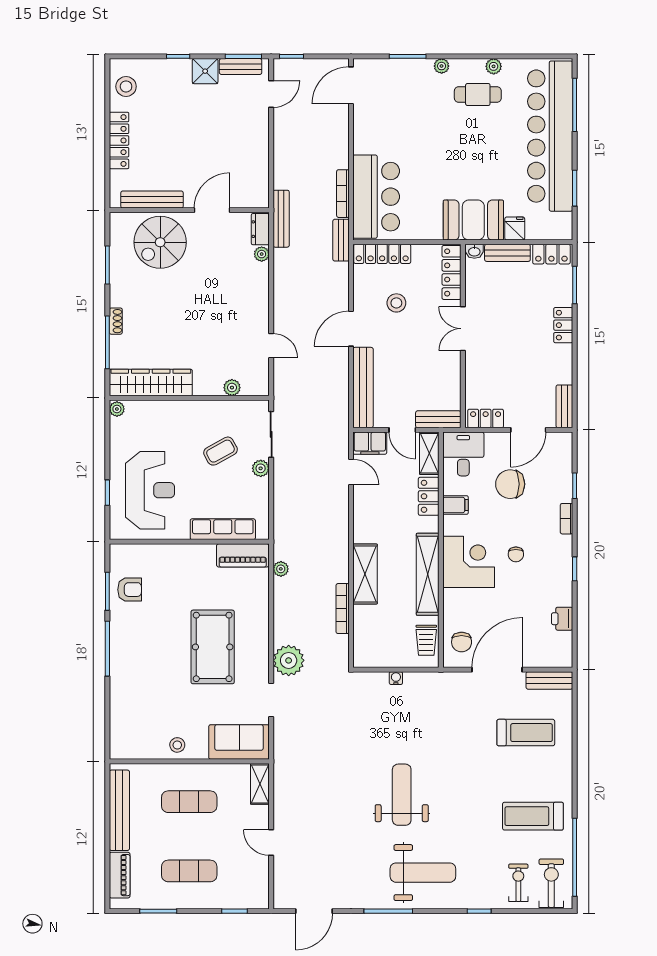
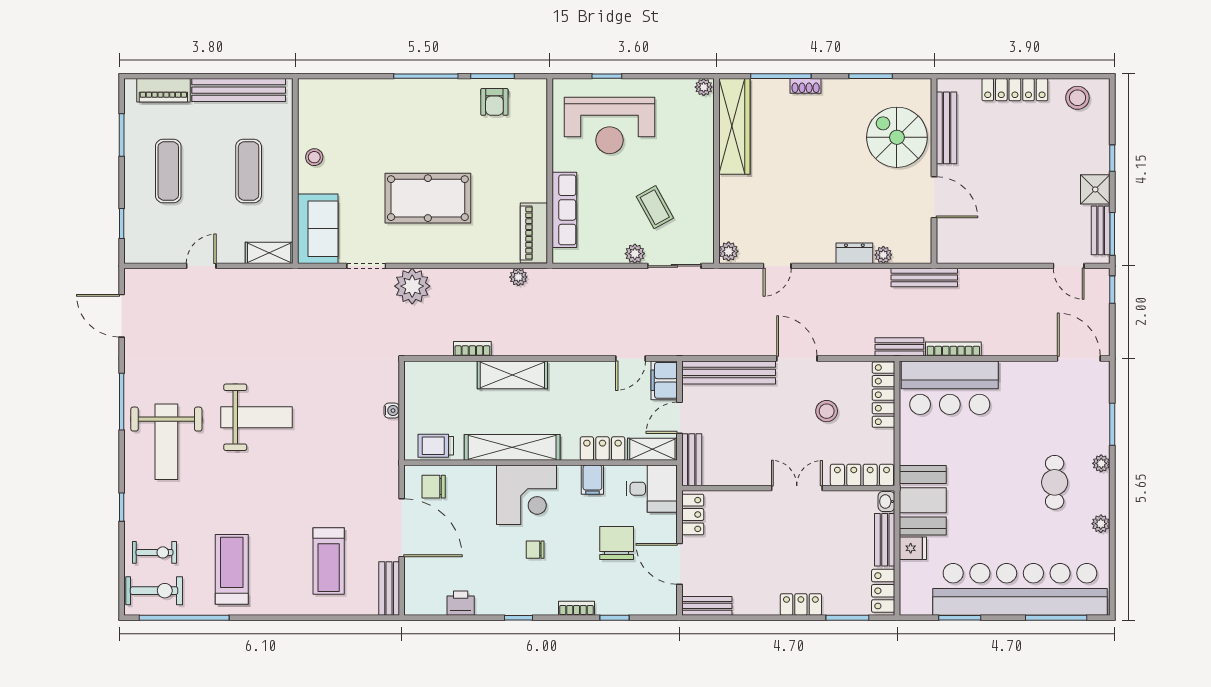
cafe table: (478, 95) -> (1055, 482), moved
dresser: (260, 229) -> (854, 253), moved
plant: (232, 388) -> (729, 251), moved
bookcase: (343, 609) -> (472, 349), width x0.64

